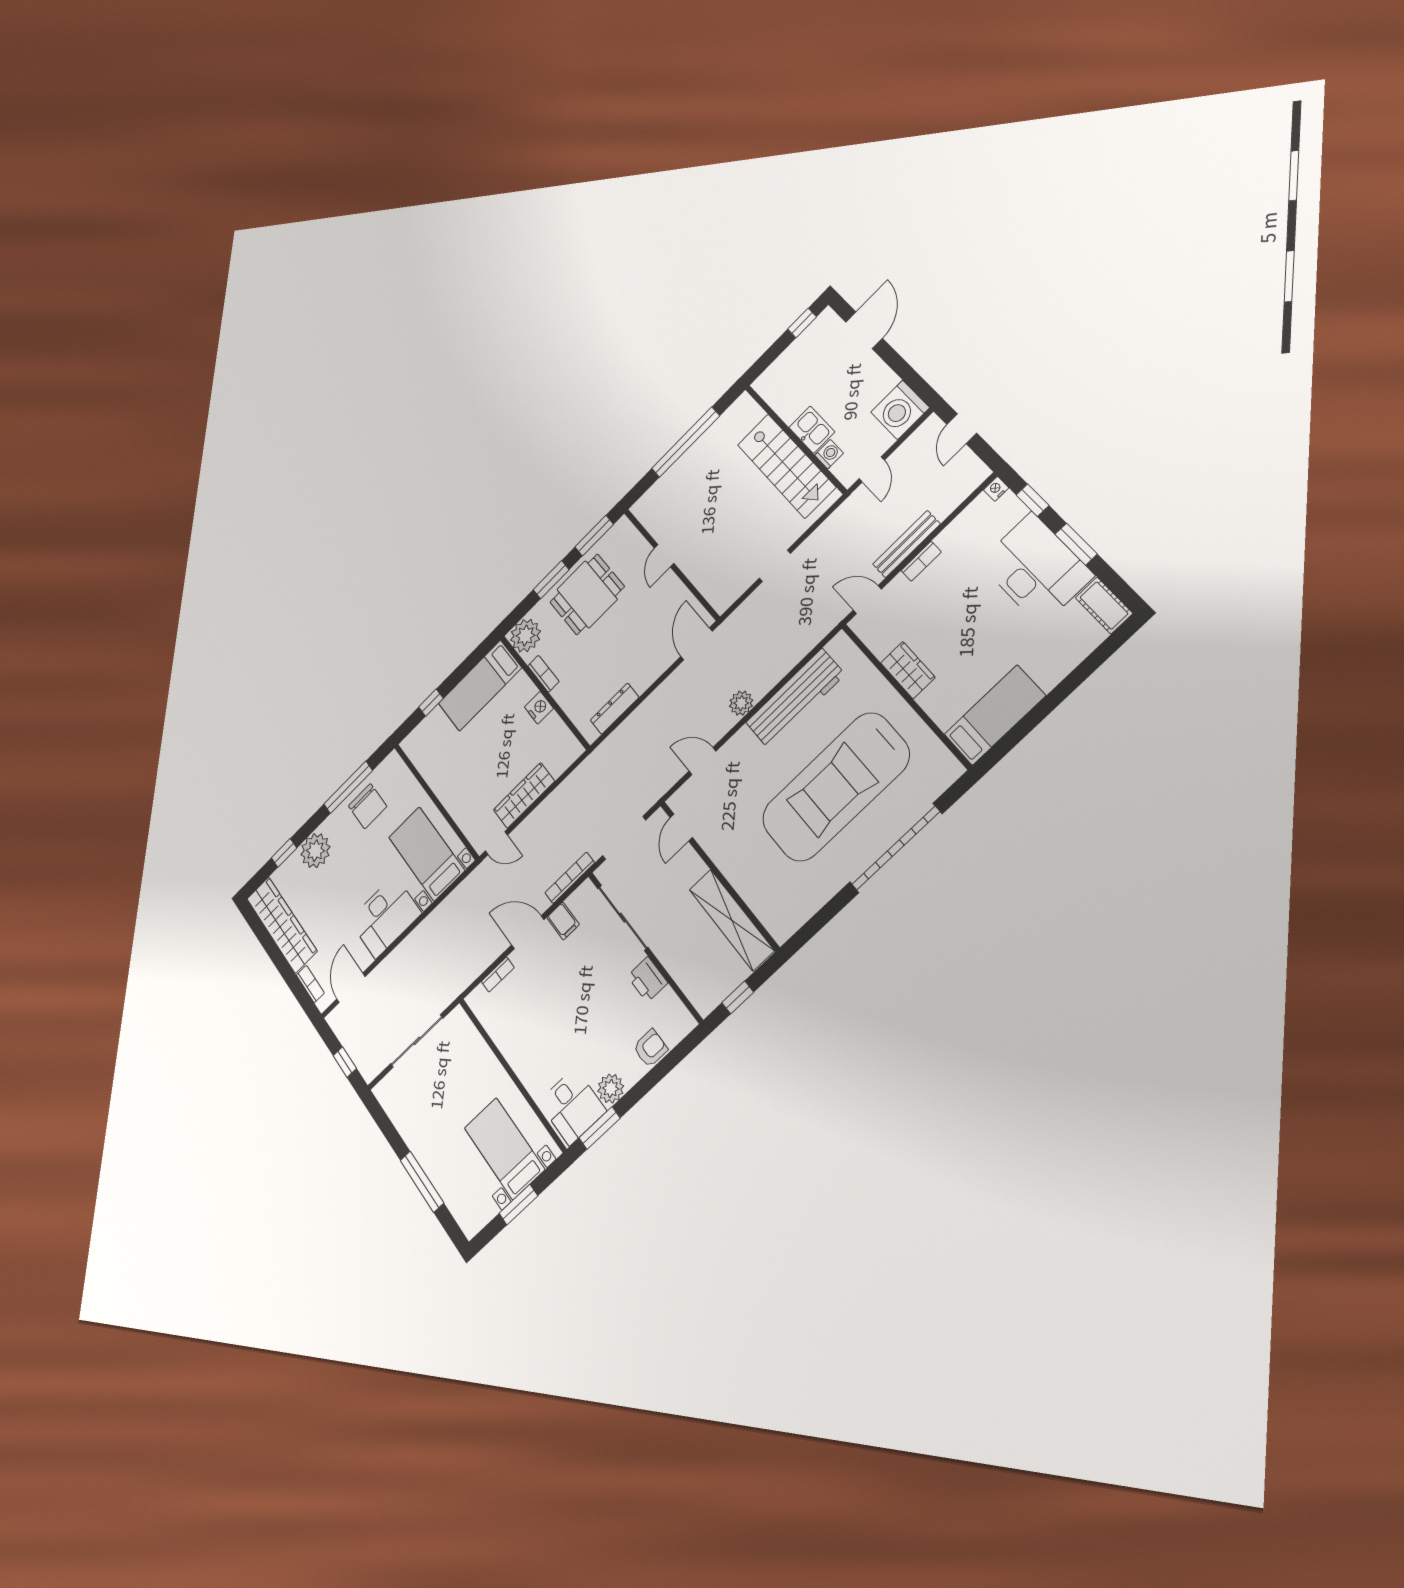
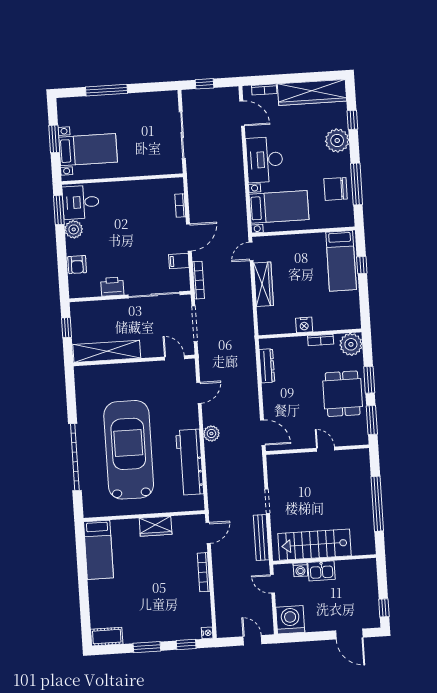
bench: (906, 544) -> (261, 538), moved
bookcase: (921, 561) -> (204, 572), width x1.56
desk: (1036, 569) -> (151, 621), removed
bed: (480, 686) -> (341, 261), moved, turned 180

